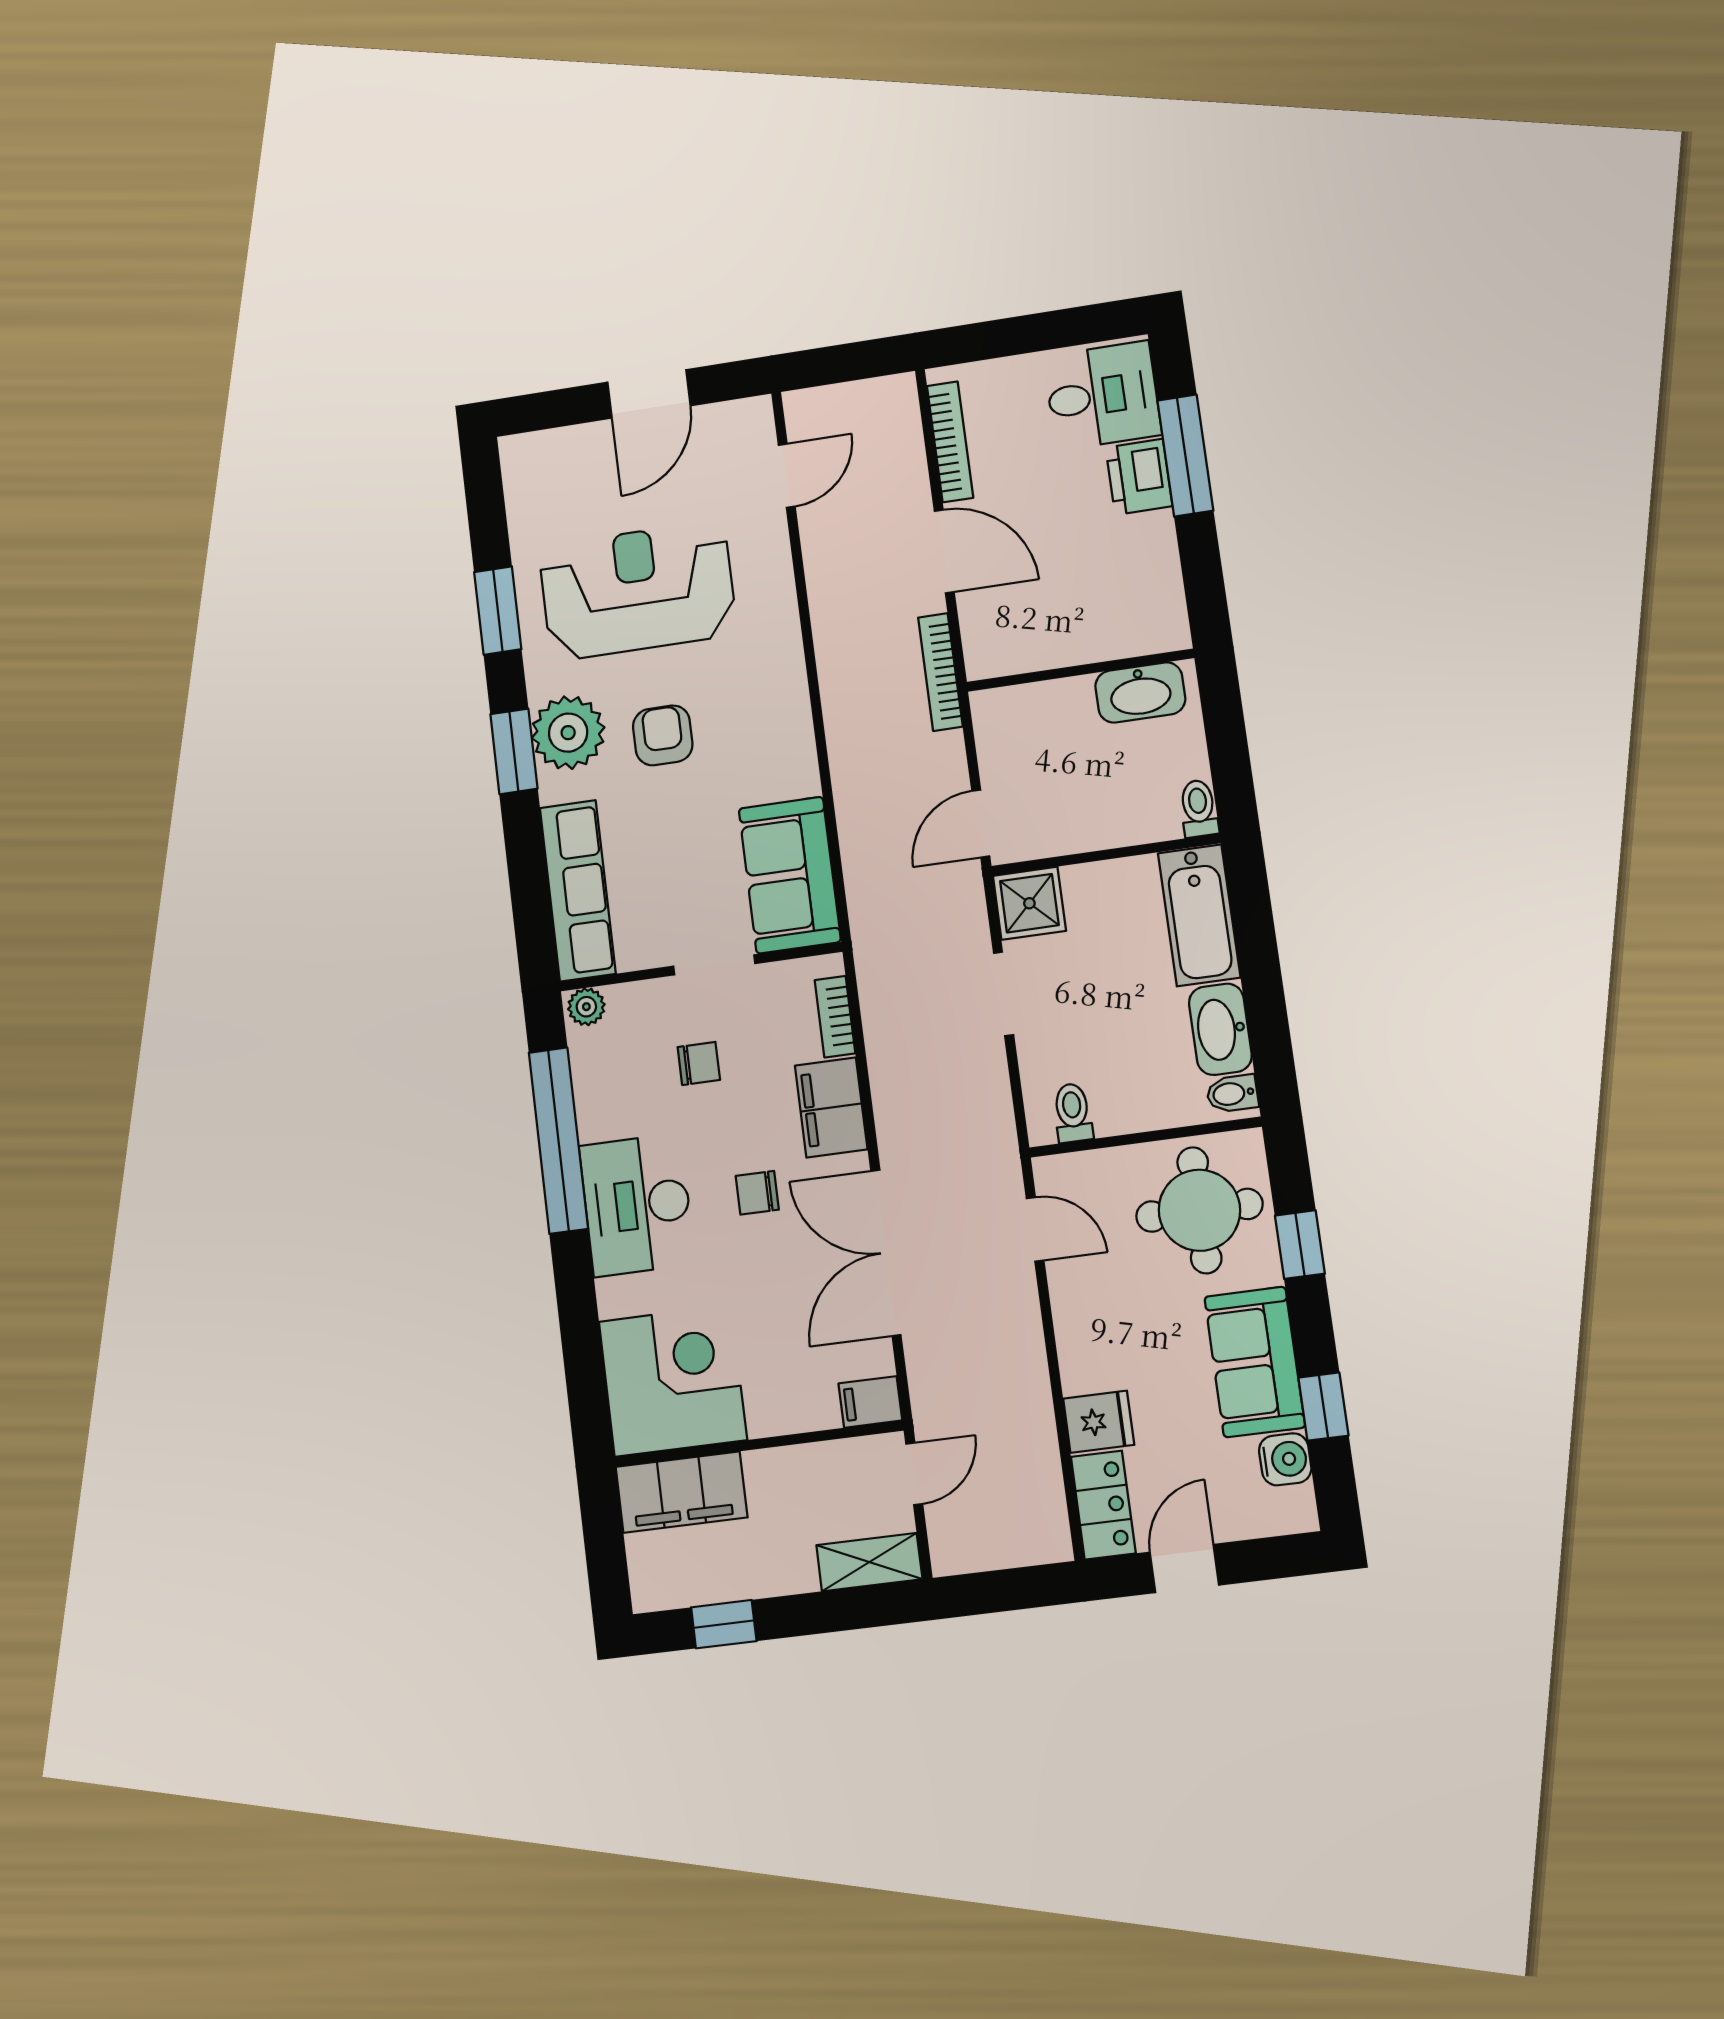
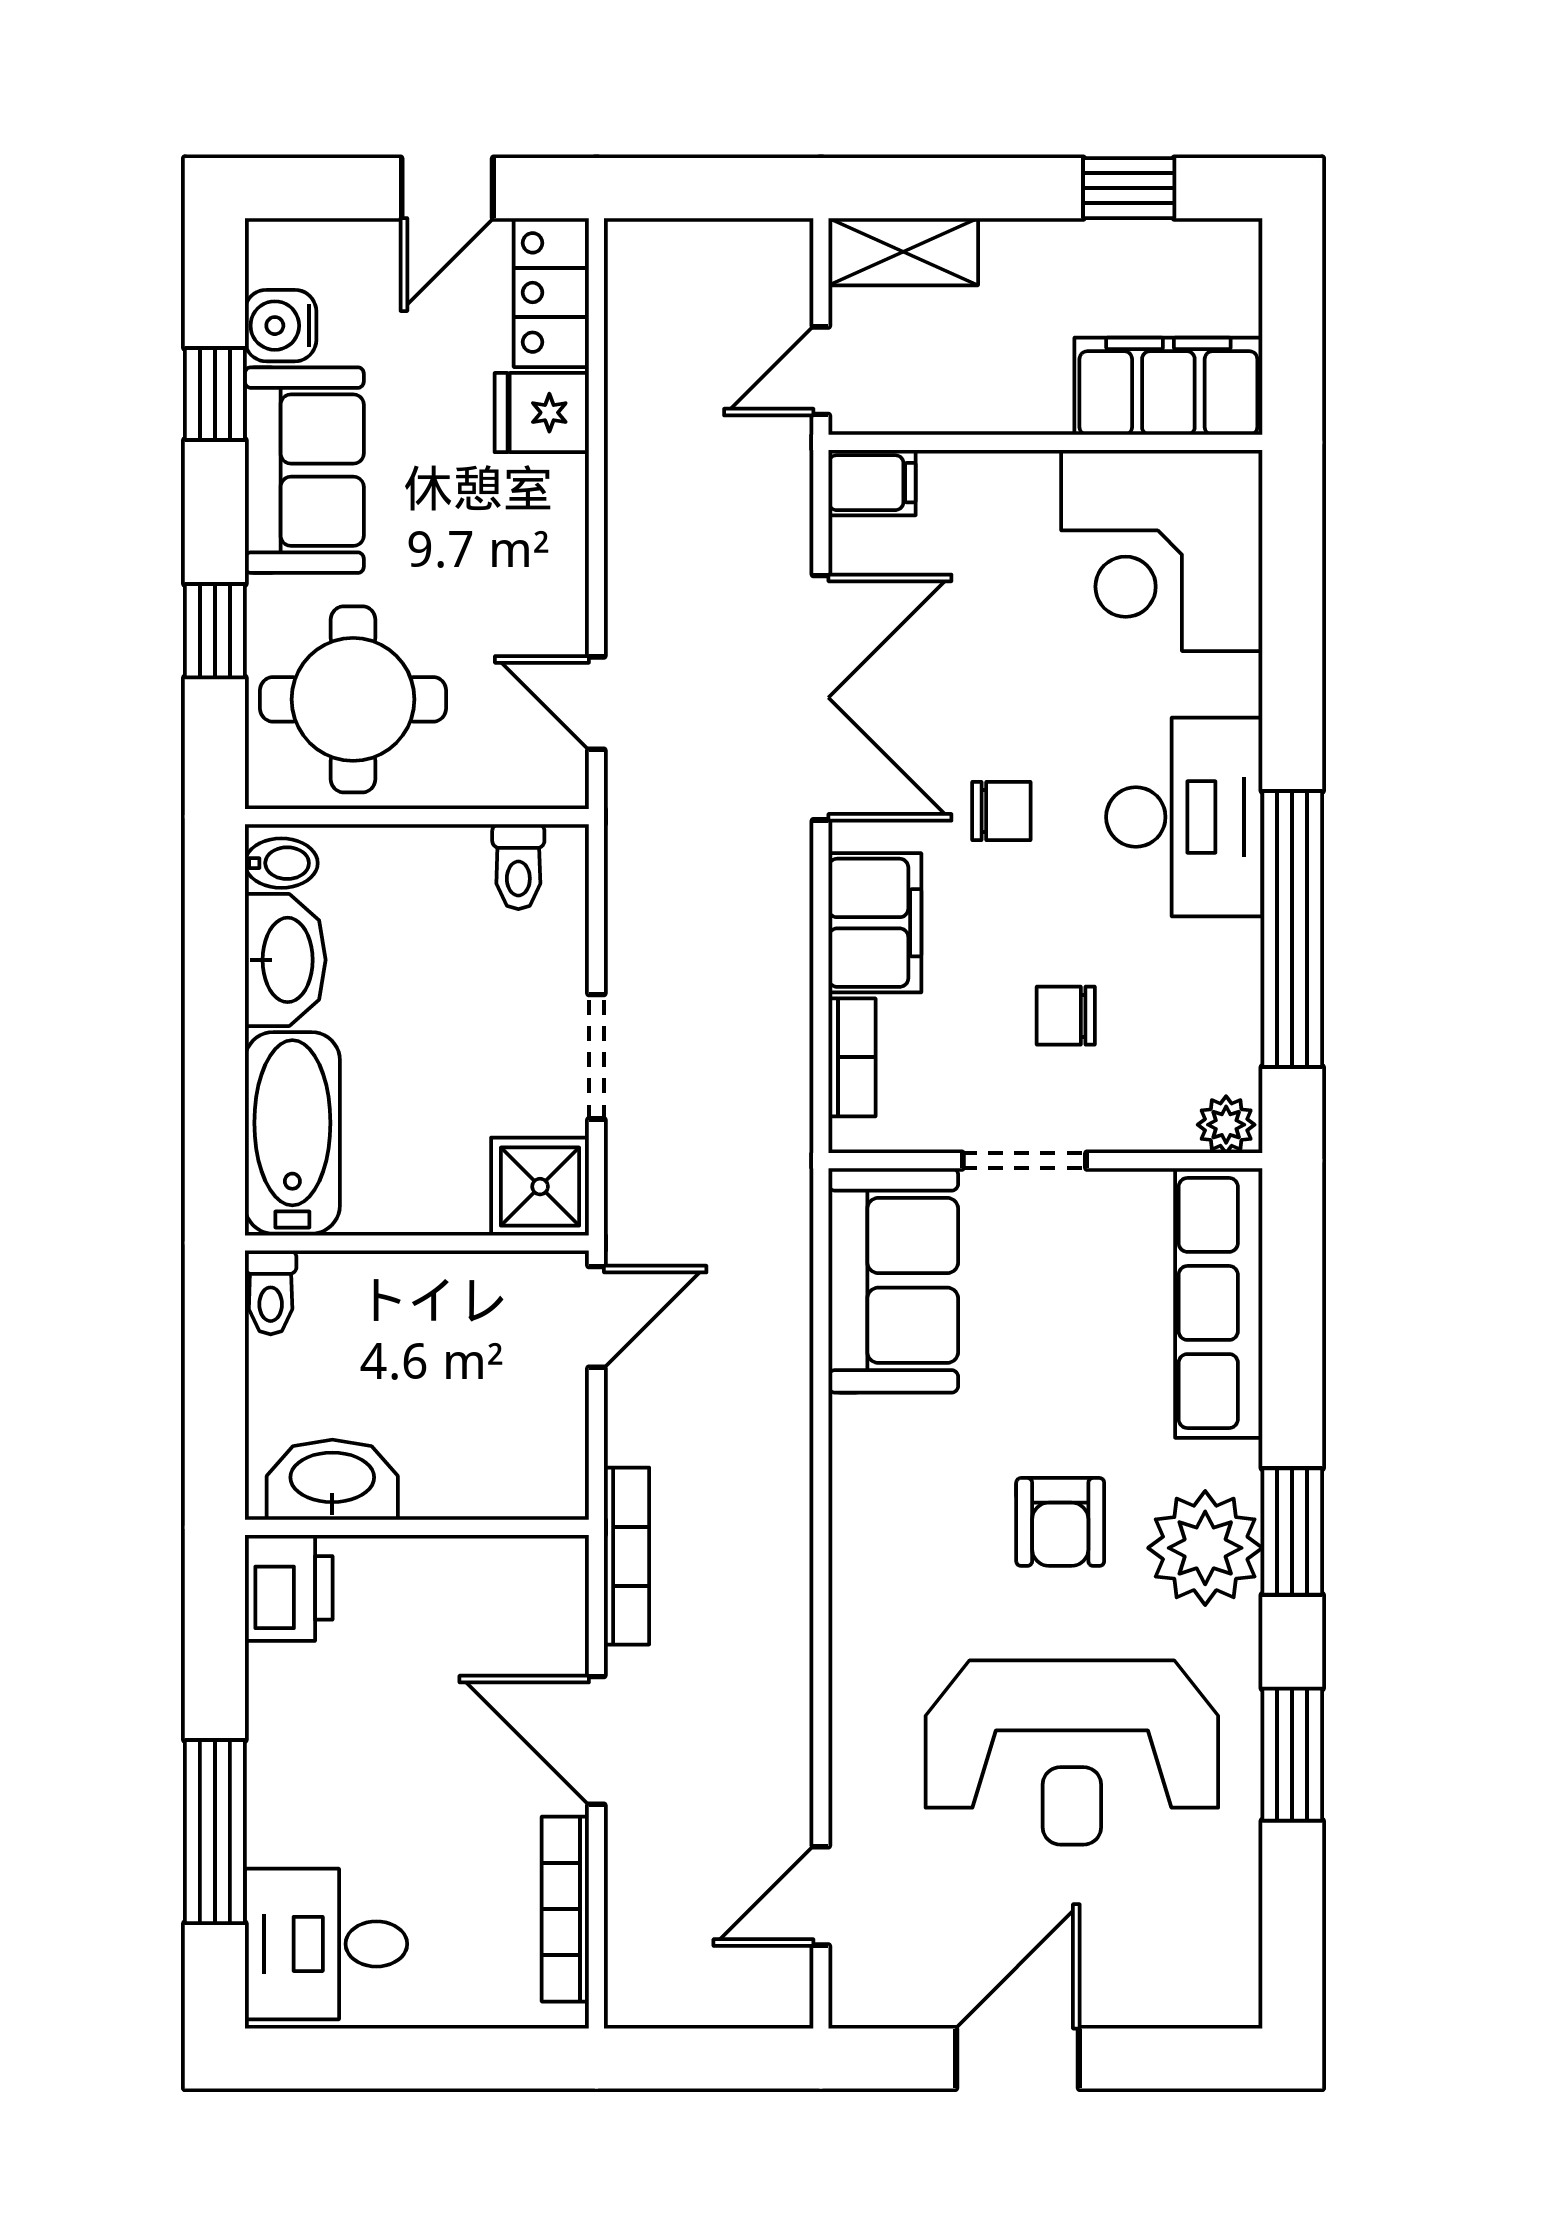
printer: (1139, 477) -> (289, 1588), moved

